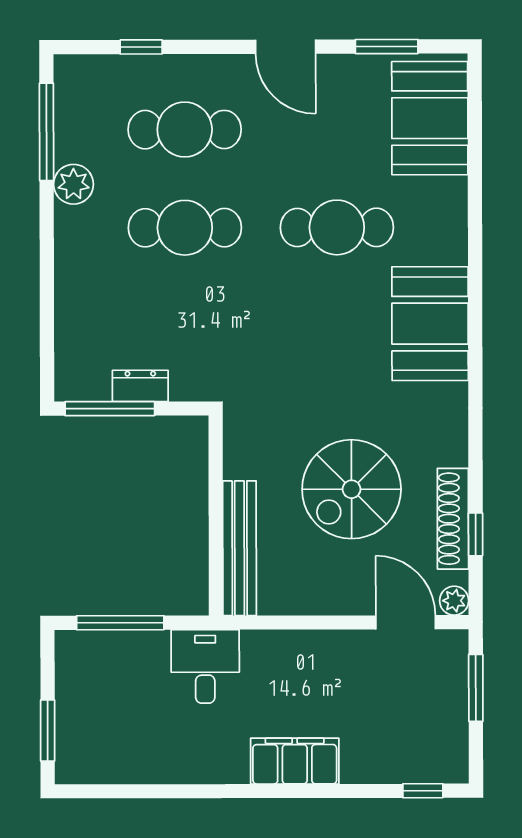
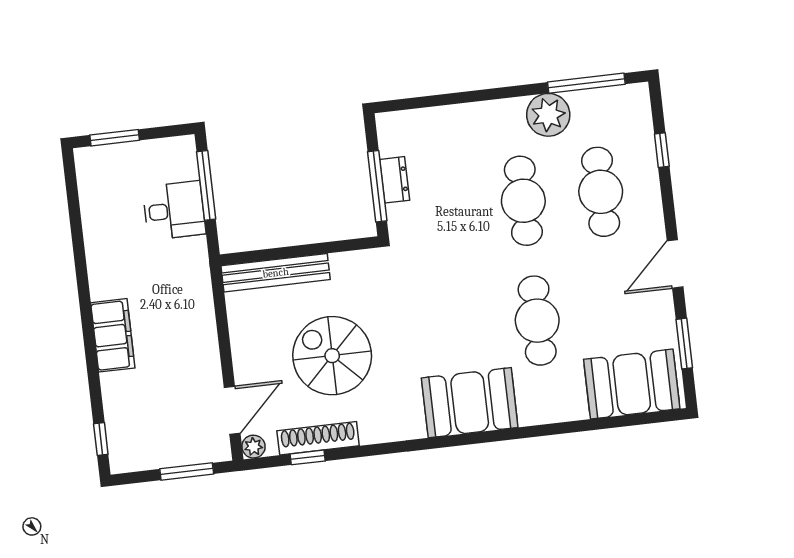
plant: (74, 184) -> (548, 115), width x1.36, depth x1.36
window: (110, 409) -> (377, 186), moved
desk: (205, 666) -> (174, 210), moved

